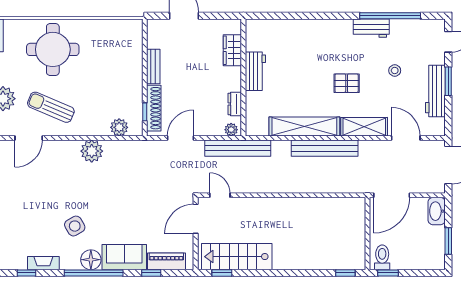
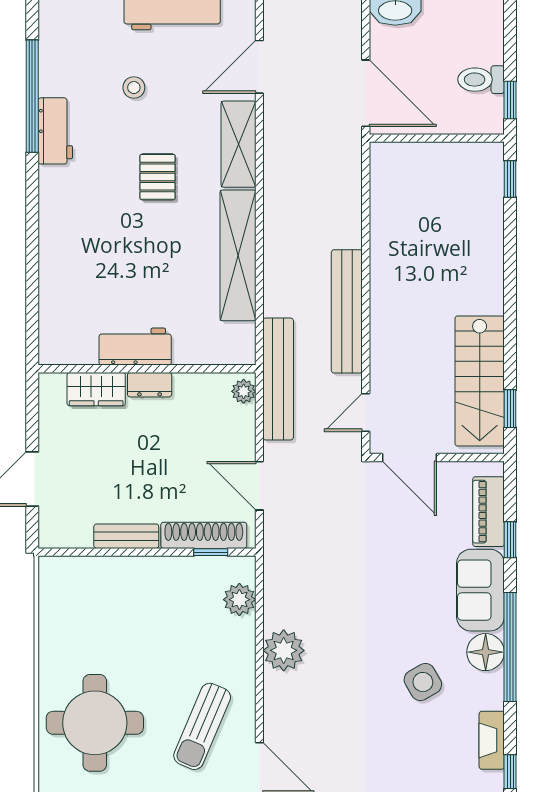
dresser: (235, 104) -> (150, 385), moved
bench: (325, 148) -> (347, 311), moved
toilet: (382, 257) -> (481, 80), moved

